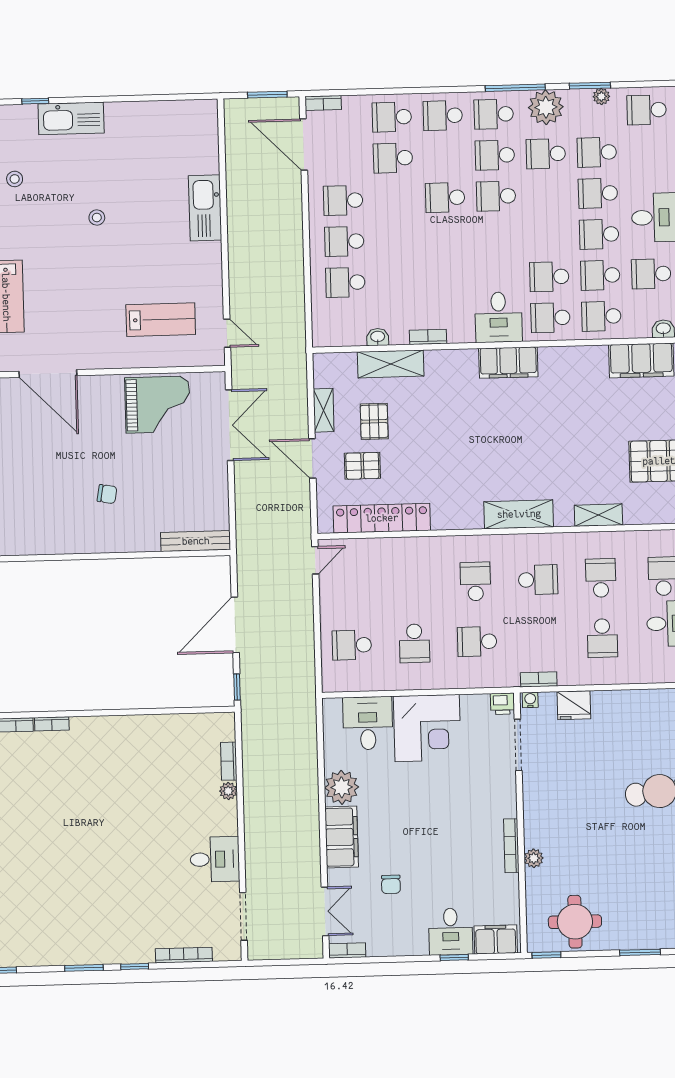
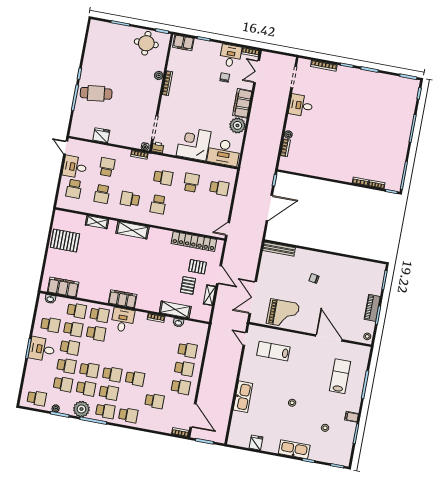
fridge: (156, 115) -> (256, 443), added
school desk: (392, 117) -> (89, 370), moved
grand piano: (158, 405) -> (283, 314), turned 180
fridge: (574, 705) -> (101, 135), moved
desk: (368, 723) -> (224, 152), width x1.37
desk: (451, 932) -> (230, 56), moved

